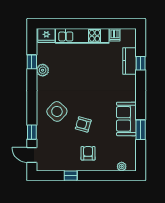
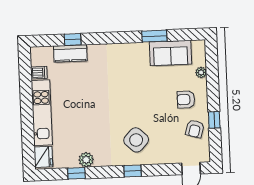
sofa: (126, 119) -> (171, 53), moved
armchair: (83, 124) -> (195, 129), moved
window: (32, 132) -> (133, 171), moved
plant: (122, 167) -> (201, 72), moved

